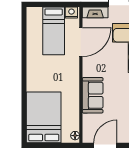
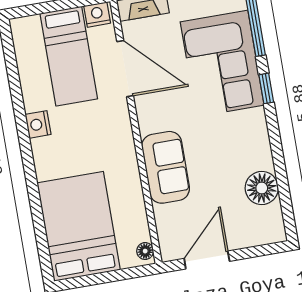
door: (81, 42) -> (125, 69), hinge flipped
nightstand: (32, 63) -> (38, 124), added

